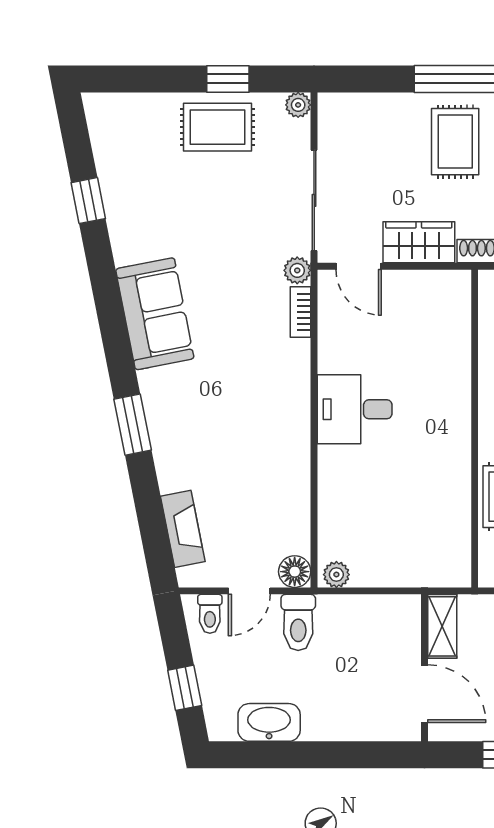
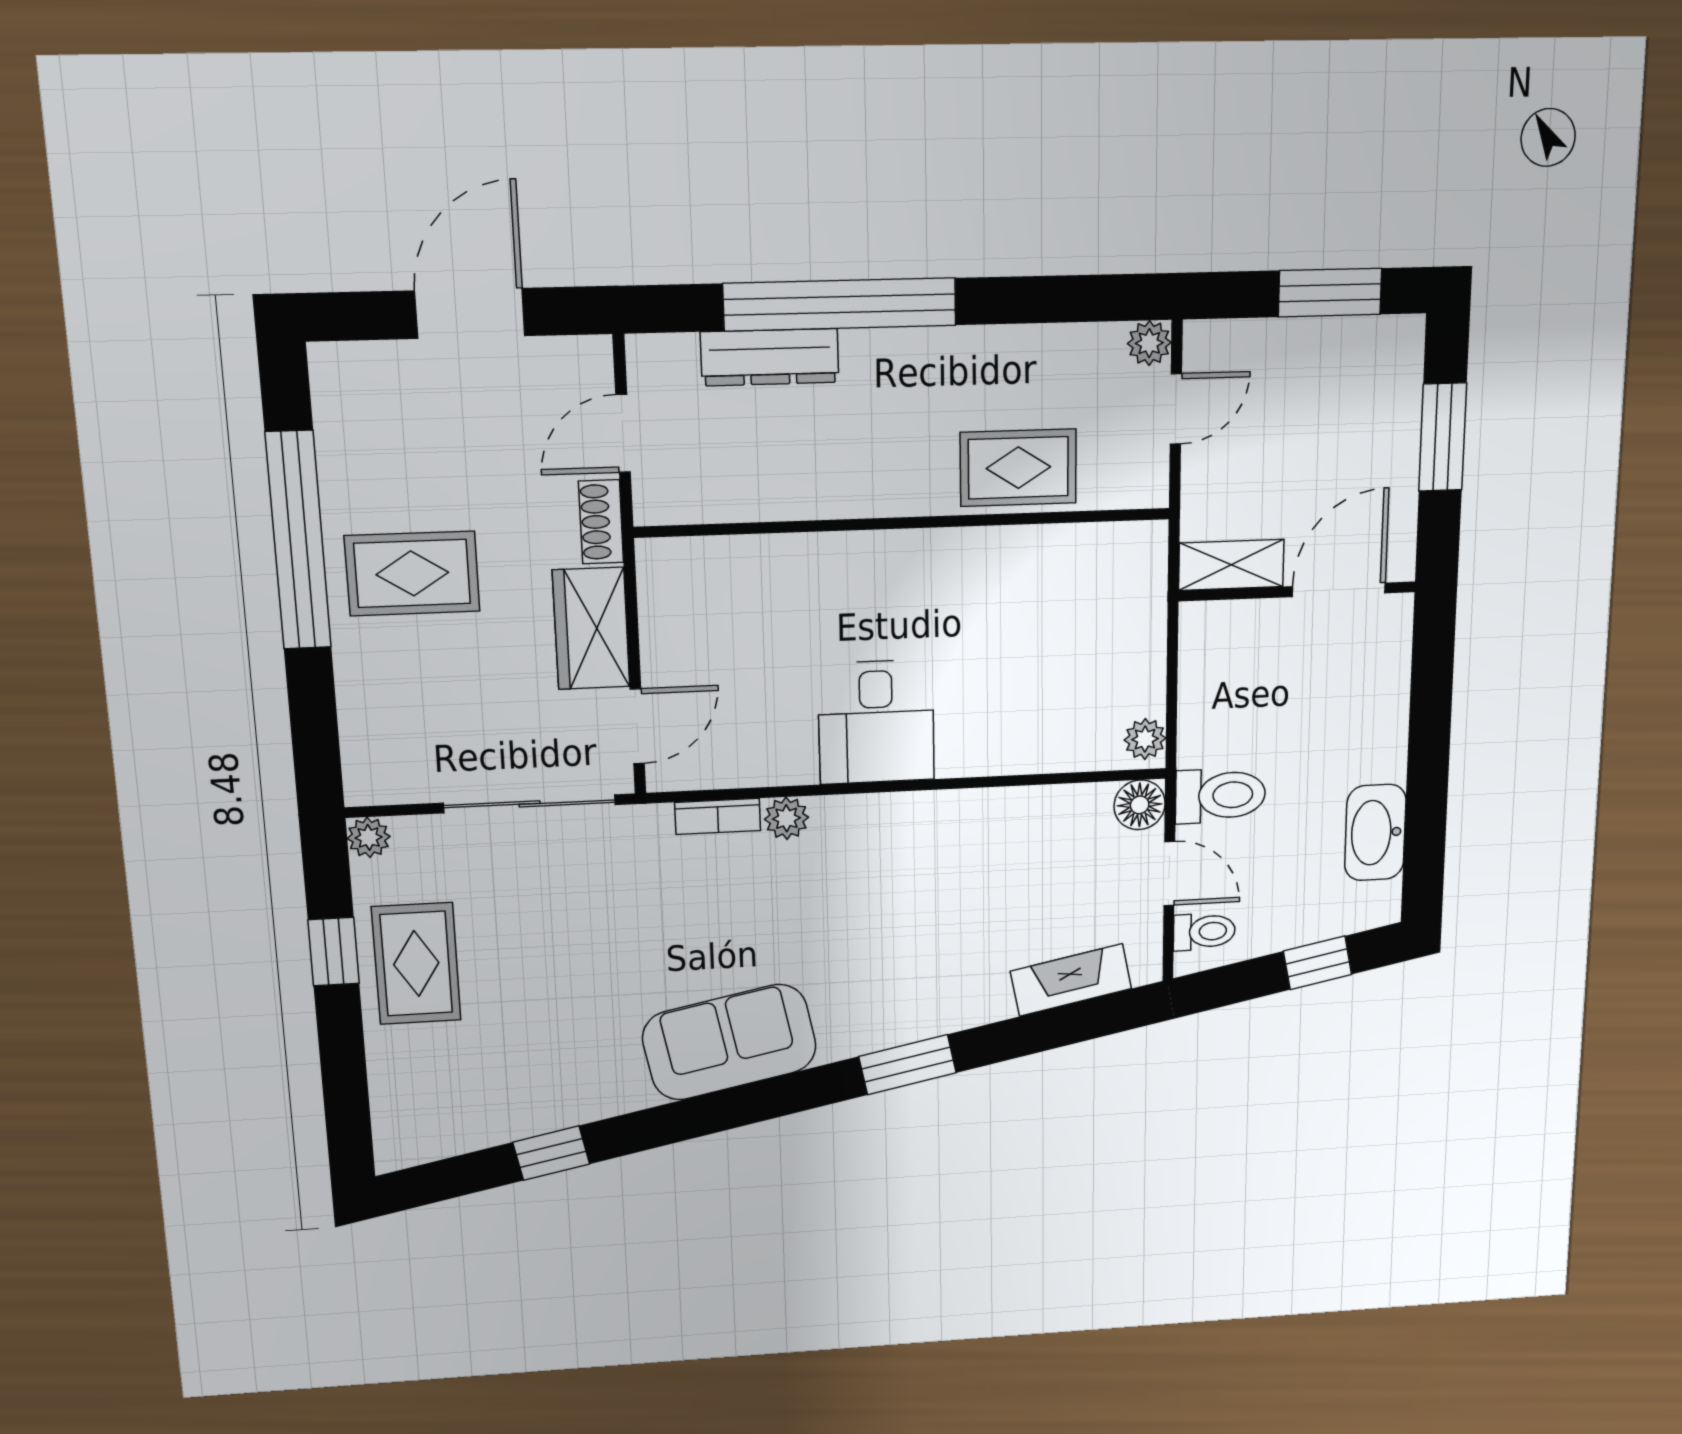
plant: (297, 270) -> (787, 818), moved

